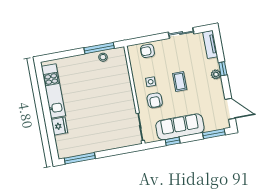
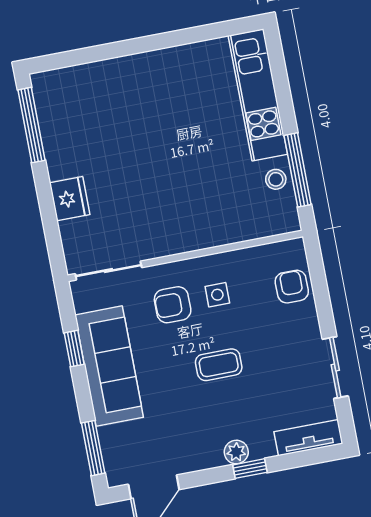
kitchen unit: (53, 91) -> (258, 95), moved, turned 90
fridge: (59, 126) -> (70, 199), moved, turned -90

